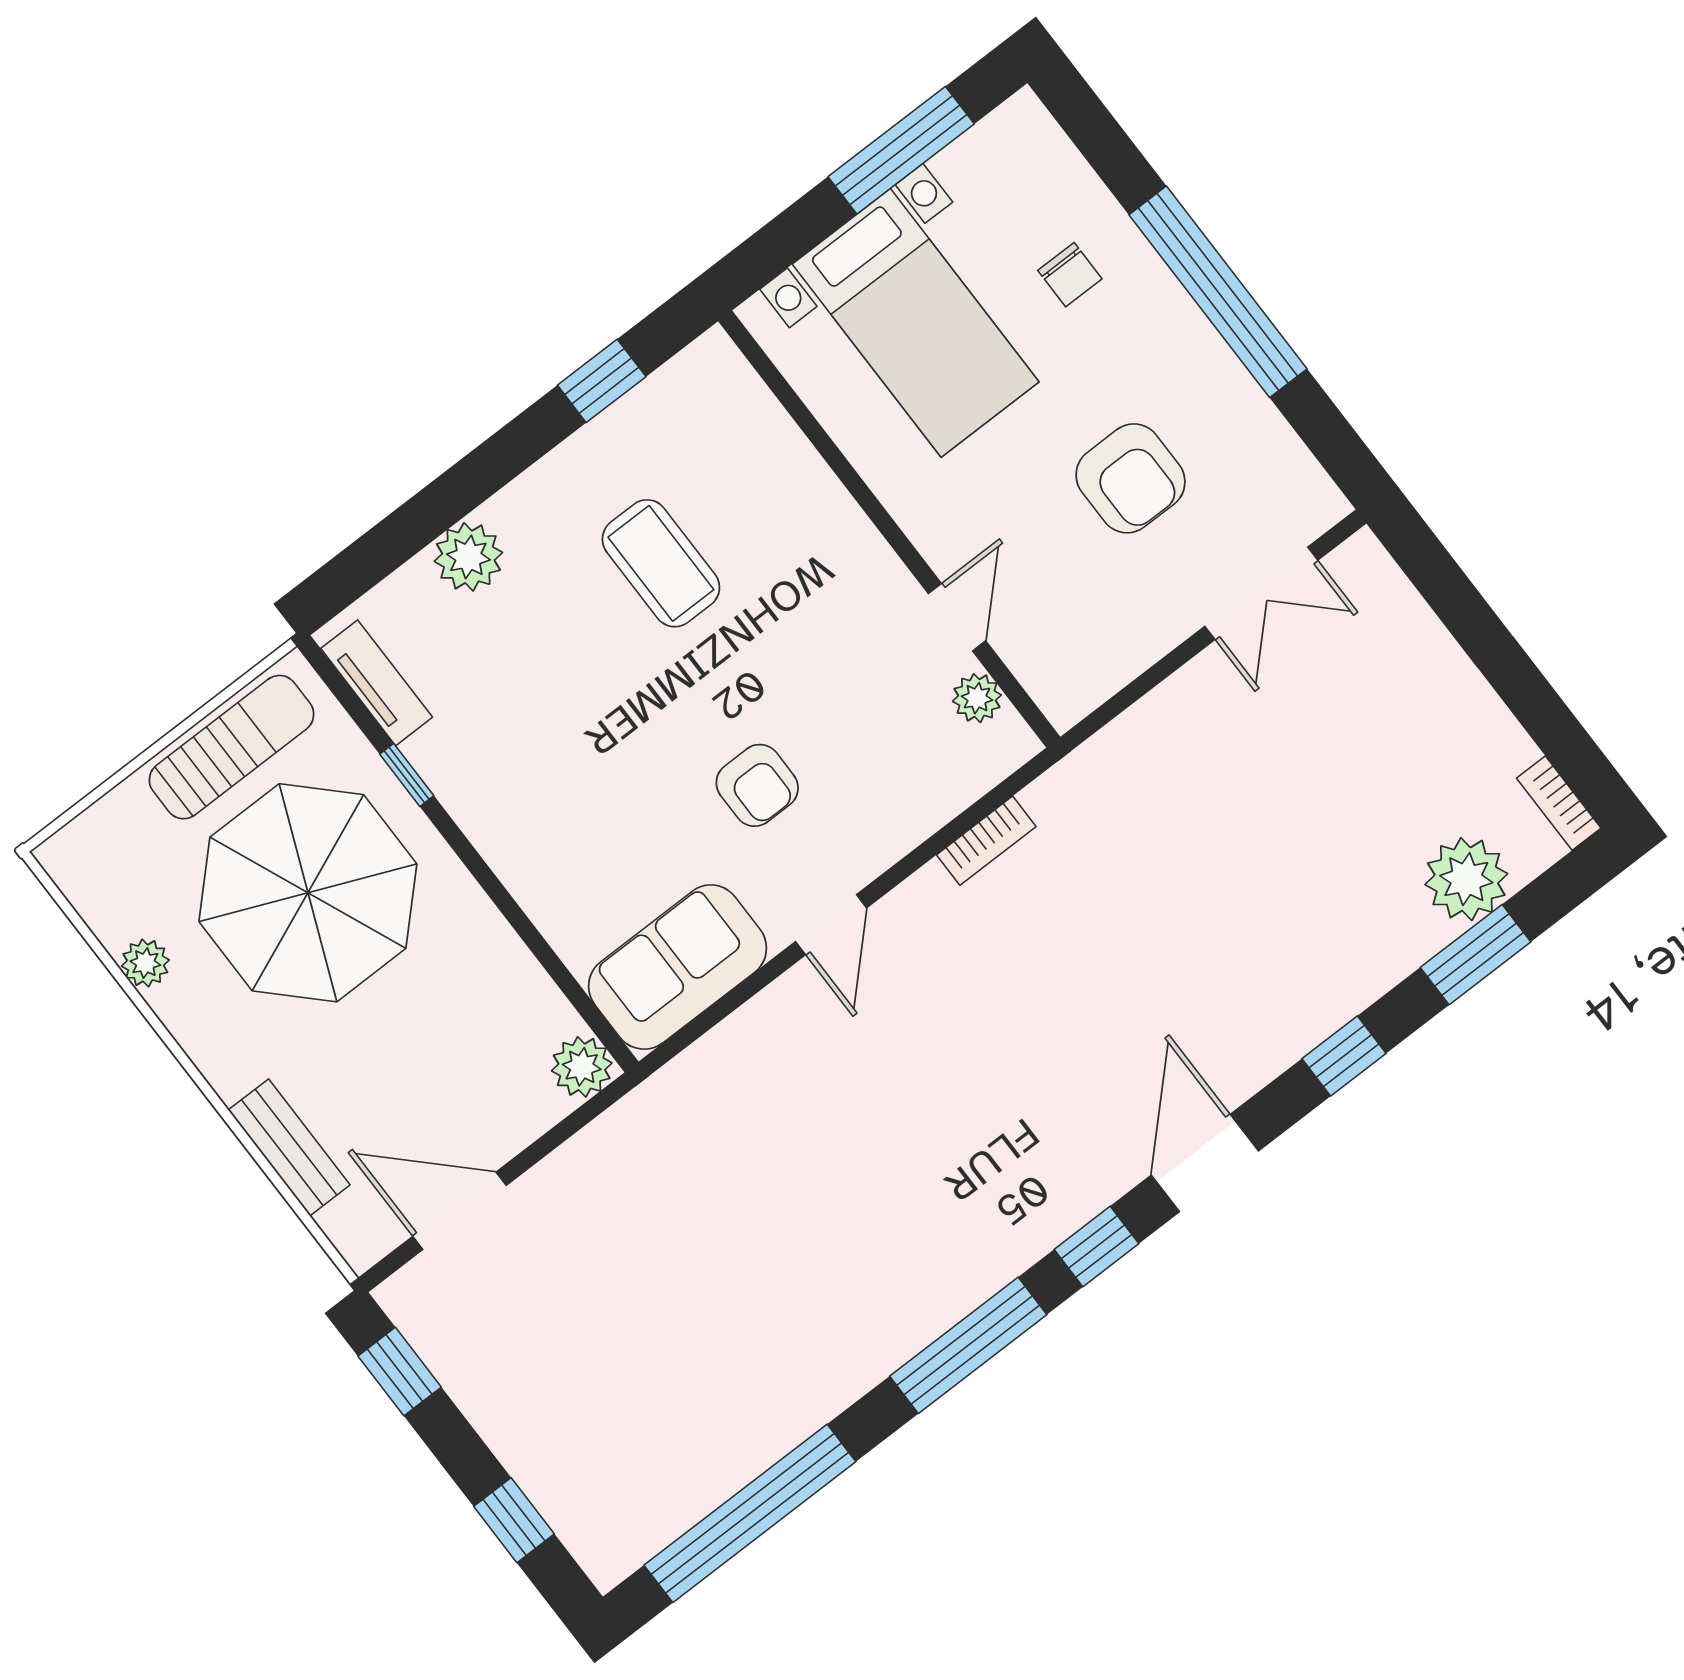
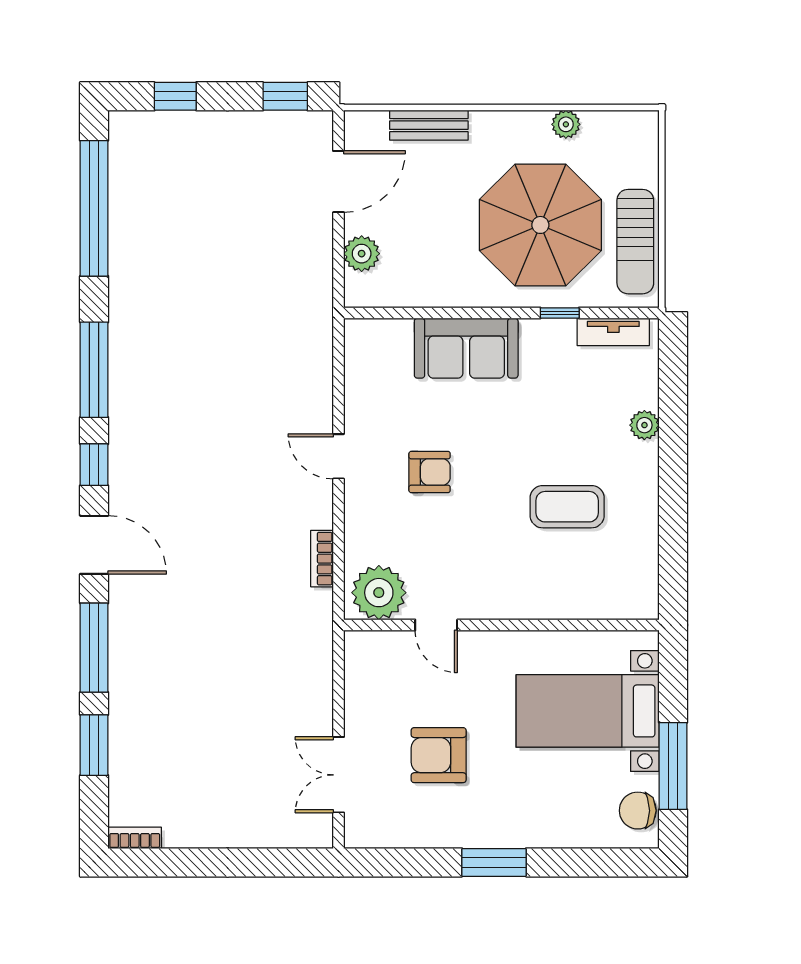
chair: (1070, 275) -> (638, 811), moved, width x1.37, depth x1.37
window: (1218, 292) -> (494, 862), width x0.47
window: (602, 381) -> (673, 544), removed
plant: (468, 557) -> (644, 425), width x0.73, depth x0.73
plant: (977, 698) -> (379, 593), width x1.88, depth x1.88
armchair: (757, 785) -> (430, 472), turned 180
plant: (1466, 879) -> (132, 768), removed
sofa: (678, 967) -> (466, 348), moved, turned 90
window: (1344, 1056) -> (94, 648), width x2.17
plant: (582, 1067) -> (362, 254), moved

